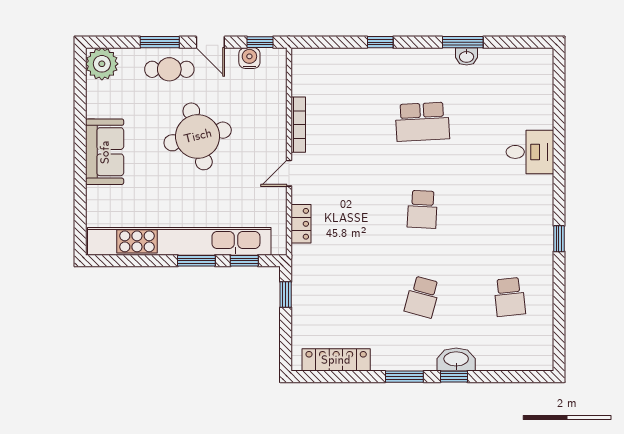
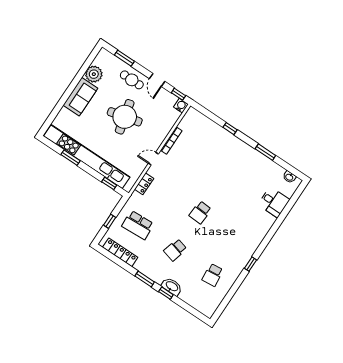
window: (160, 42) -> (124, 58), moved
washbasin: (467, 56) -> (289, 177), moved
water cooler: (249, 58) -> (181, 106), moved
plant: (102, 64) -> (94, 74), moved
school desk: (422, 122) -> (138, 225), moved
desk: (530, 152) -> (274, 202), moved
window: (196, 261) -> (70, 158), moved
window: (286, 295) -> (110, 221), moved

